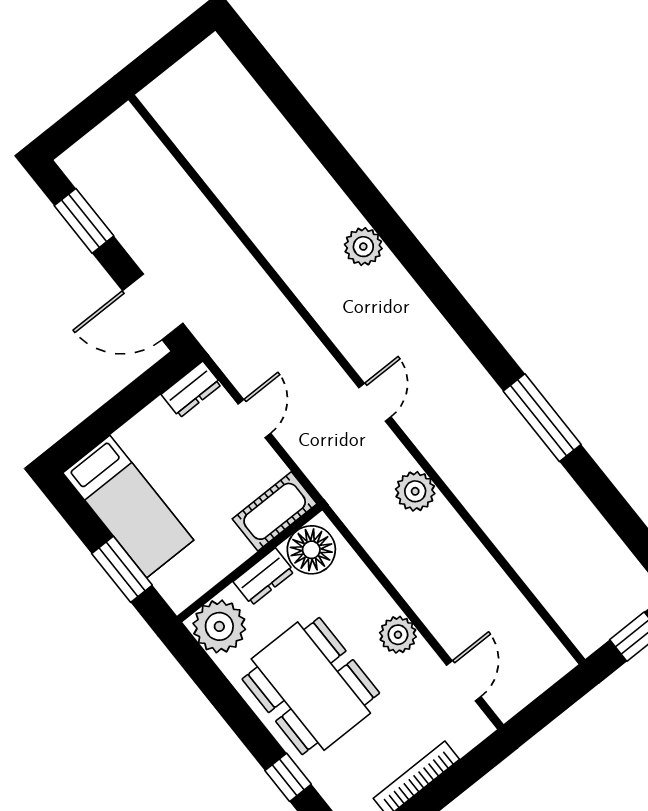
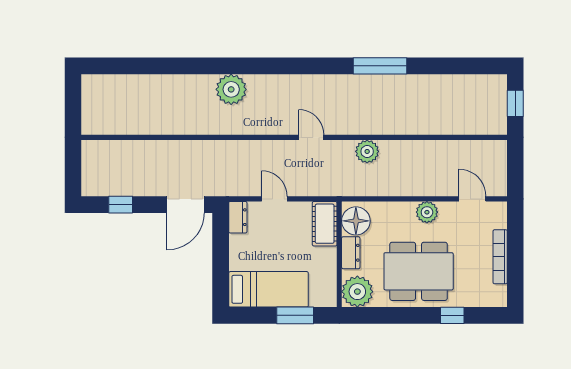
window: (84, 221) -> (121, 205), width x0.67
plant: (363, 247) -> (231, 89), width x1.36, depth x1.36

